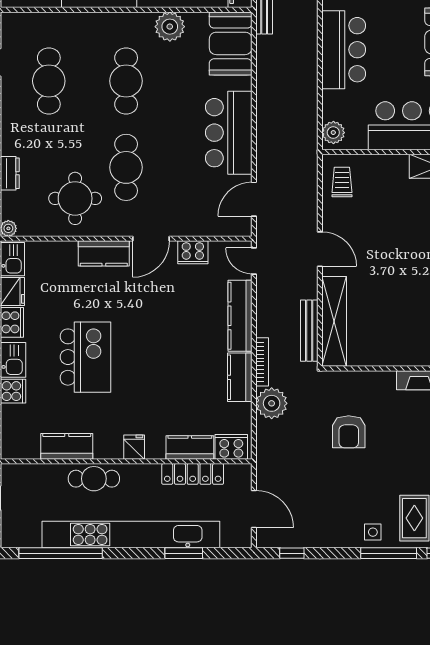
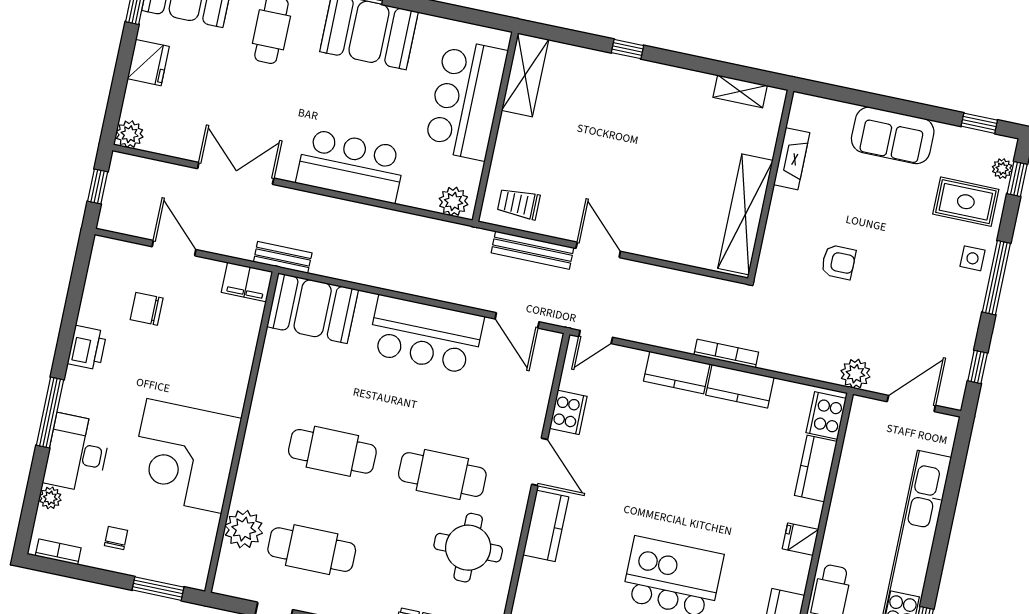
plant: (170, 27) -> (244, 529), moved
door: (320, 249) -> (598, 250), hinge flipped
kitchen counter: (240, 316) -> (677, 373), width x0.67
shelving: (334, 321) -> (745, 214), moved, turned 90
bench: (309, 331) -> (532, 250), moved
plant: (272, 403) -> (855, 374), moved, width x0.73, depth x0.73
armchair: (349, 432) -> (838, 262), width x0.72, depth x0.72
locker: (193, 474) -> (850, 472), removed
window: (184, 553) -> (949, 505), removed
window: (389, 553) -> (996, 278), moved

